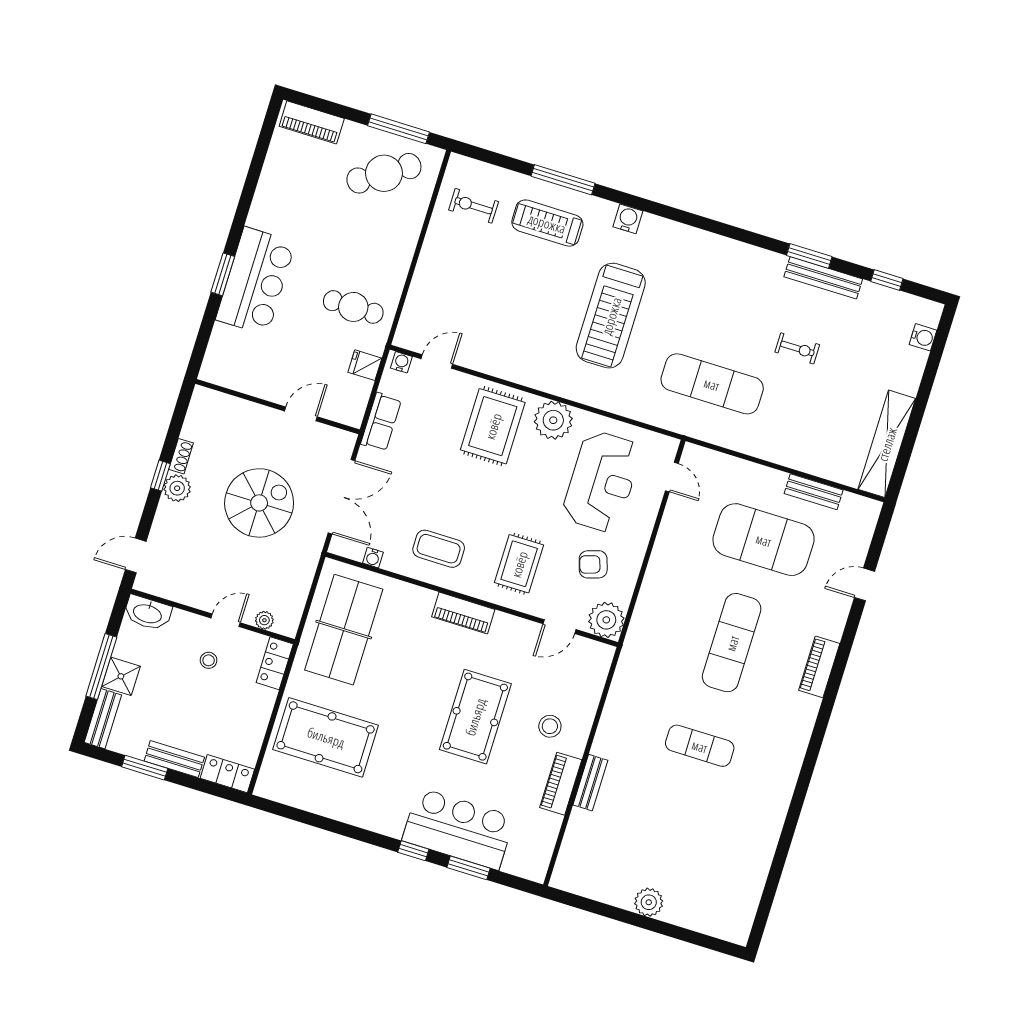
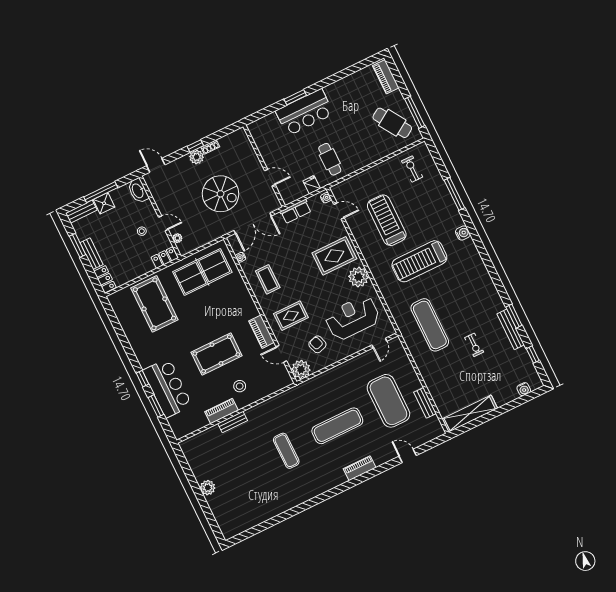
treadmill: (547, 223) -> (387, 220), moved, width x1.37, depth x1.38
reception desk: (602, 482) -> (352, 318), turned 180
piano: (463, 613) -> (261, 332), moved

